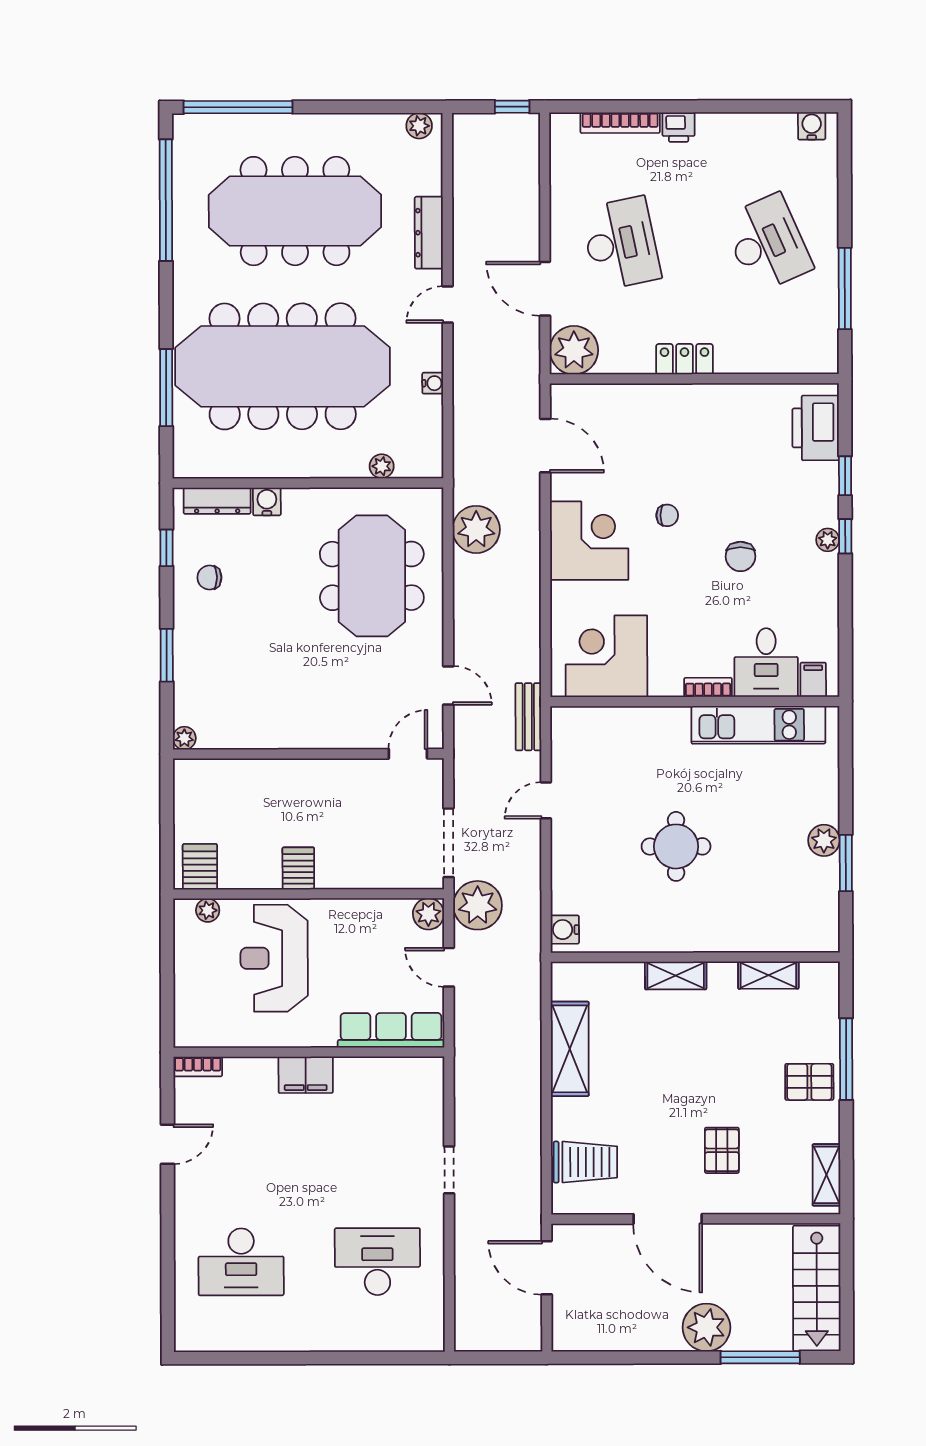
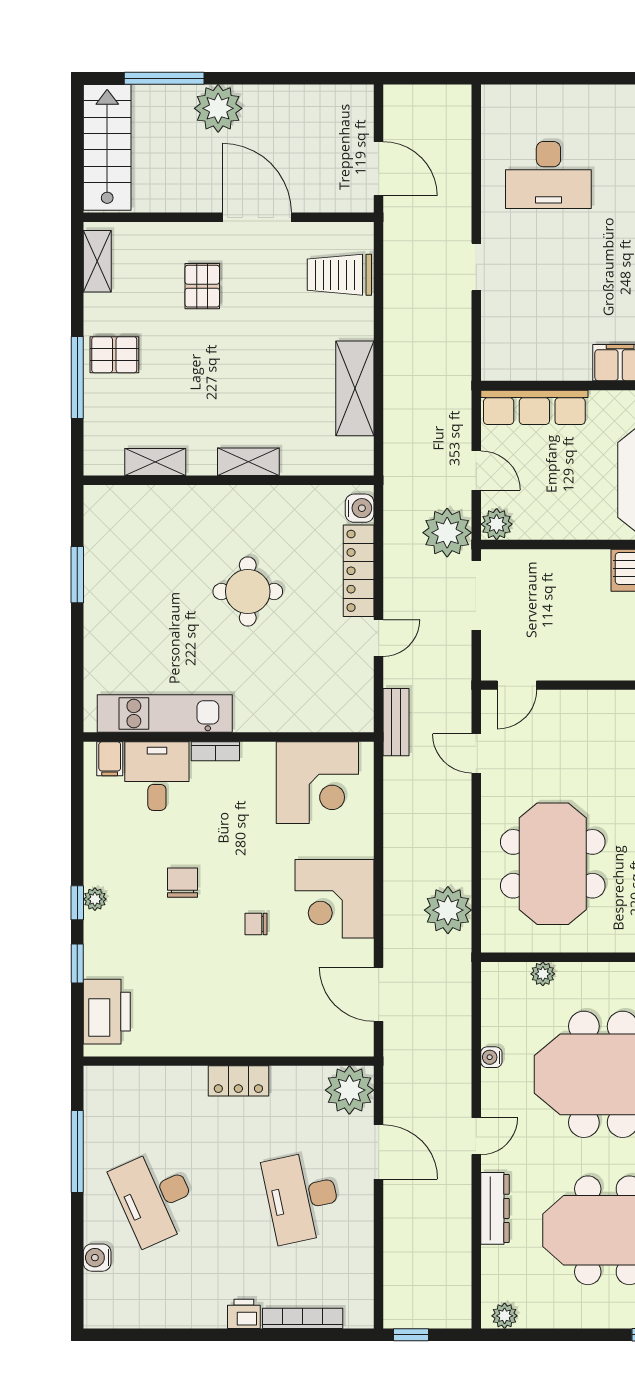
water cooler: (812, 126) -> (97, 1258), moved, turned 90
plant: (824, 840) -> (99, 597), removed
locker: (566, 867) -> (359, 571), added

